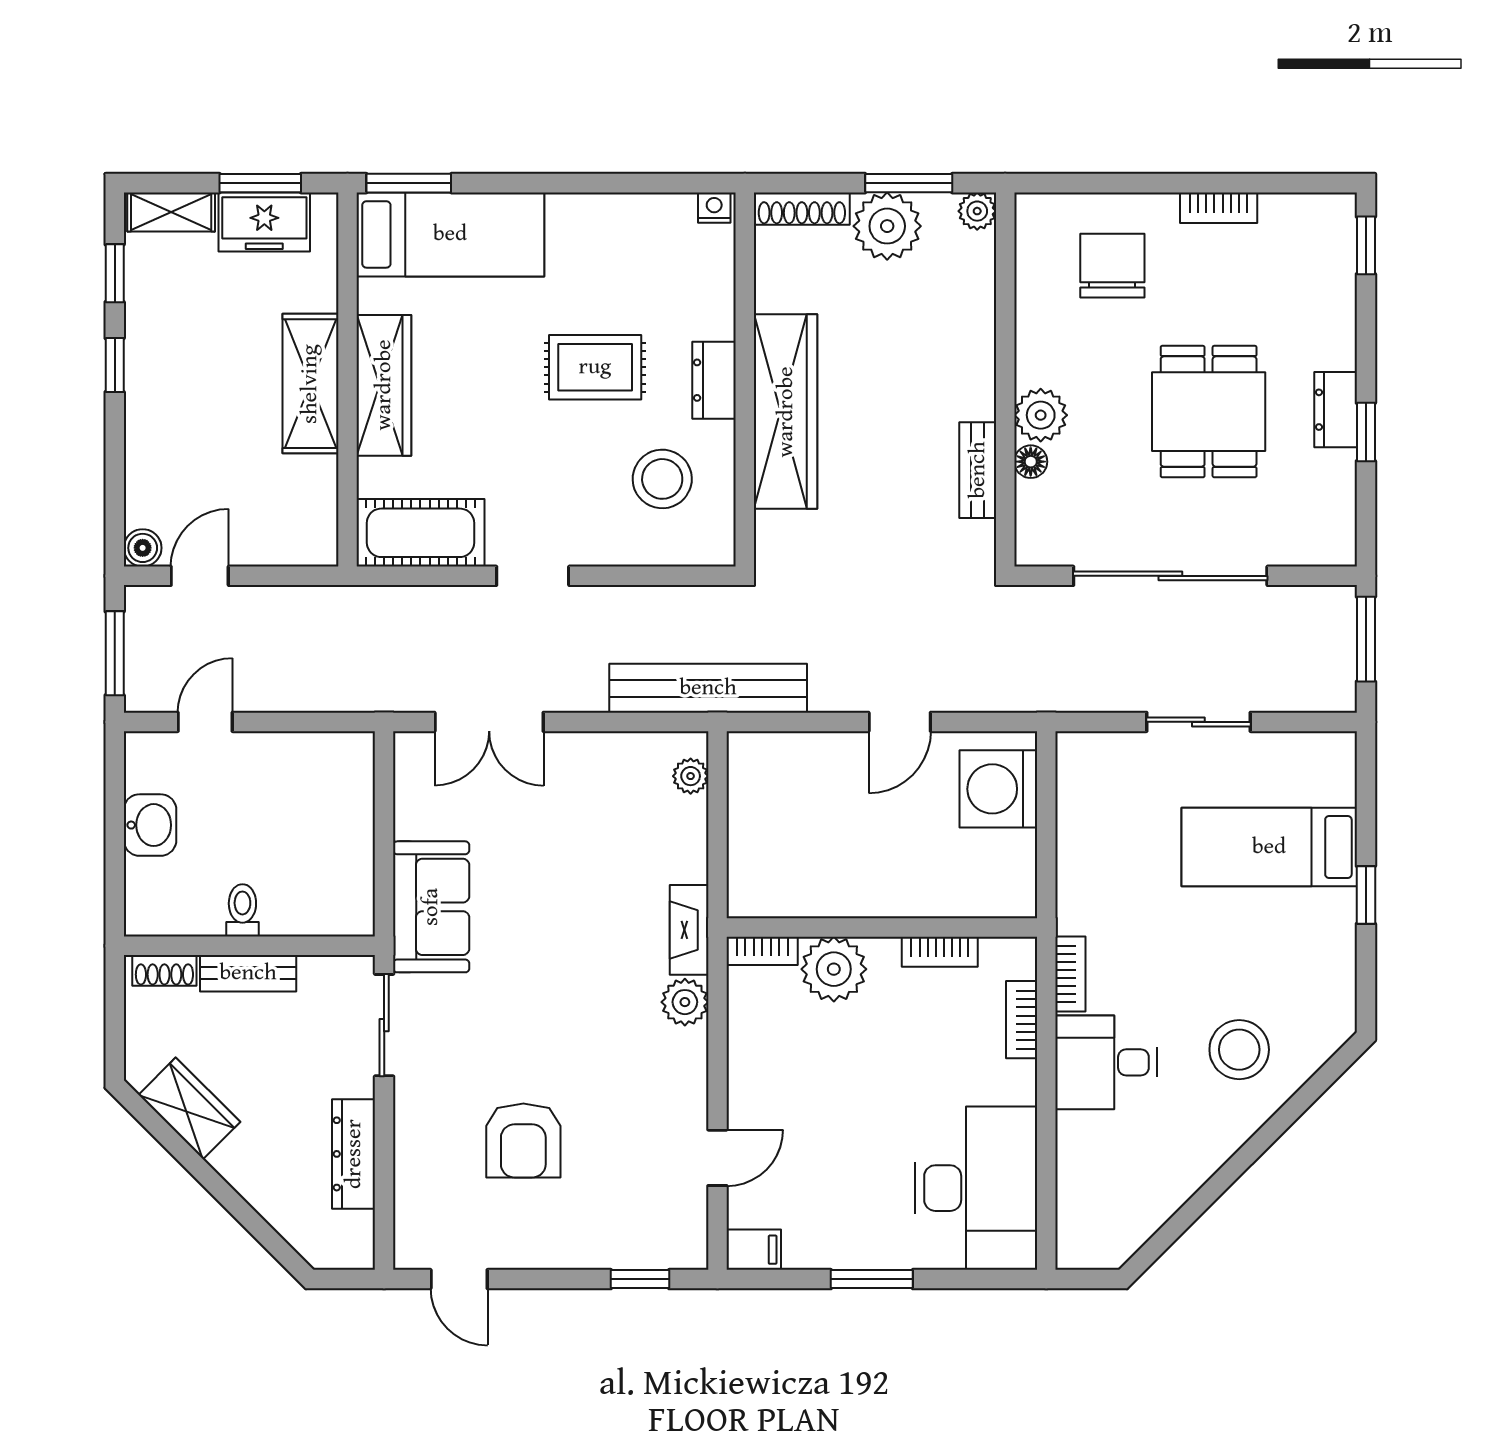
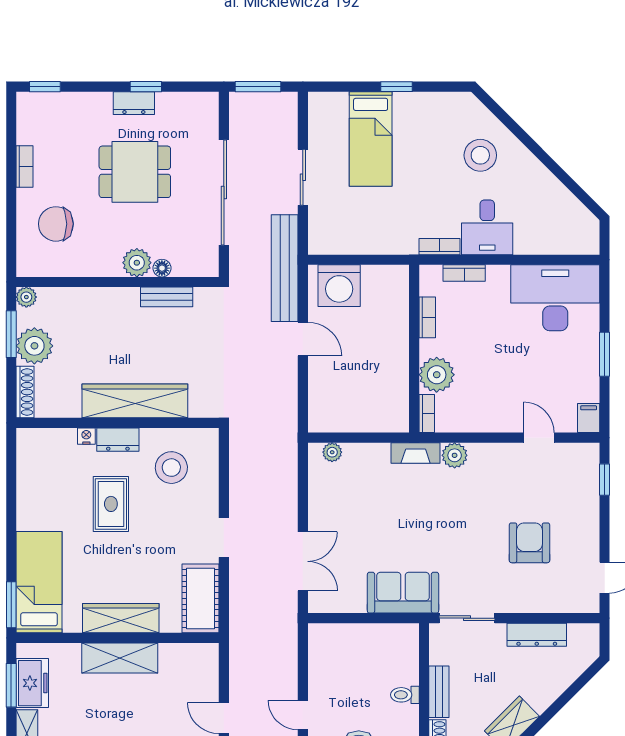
nightstand: (714, 208) -> (86, 436), moved, turned 90
bench: (708, 688) -> (285, 268), moved
armchair: (523, 1141) -> (529, 543), turned -90

